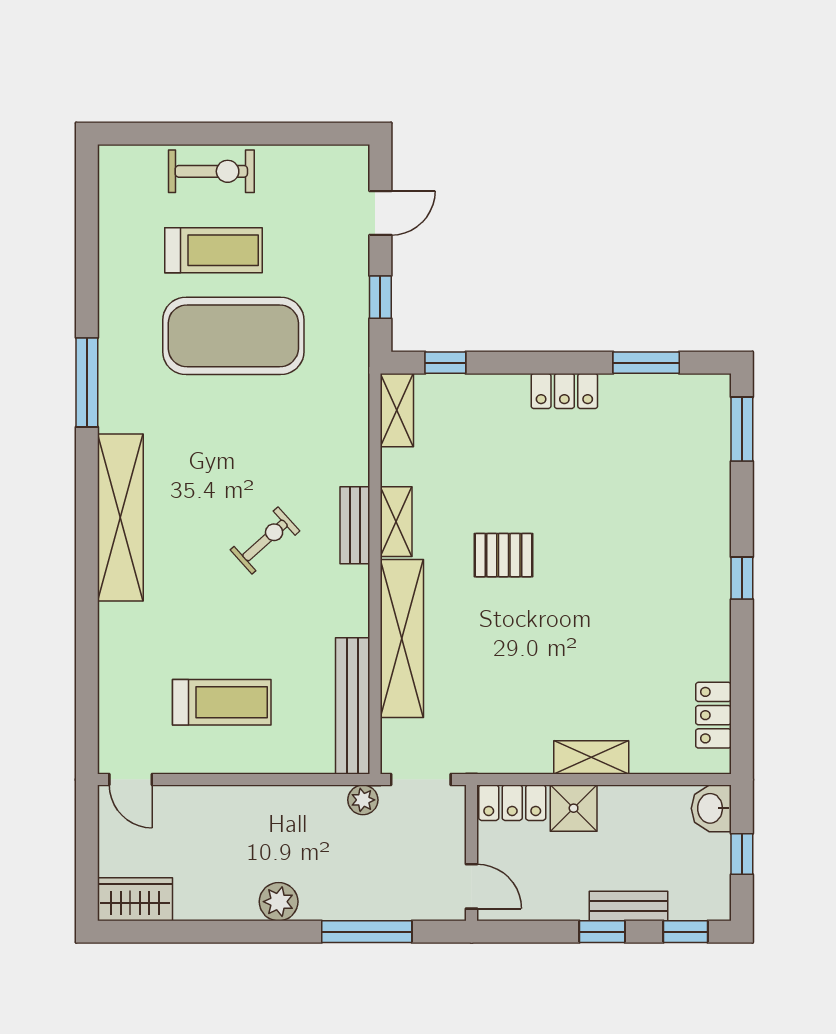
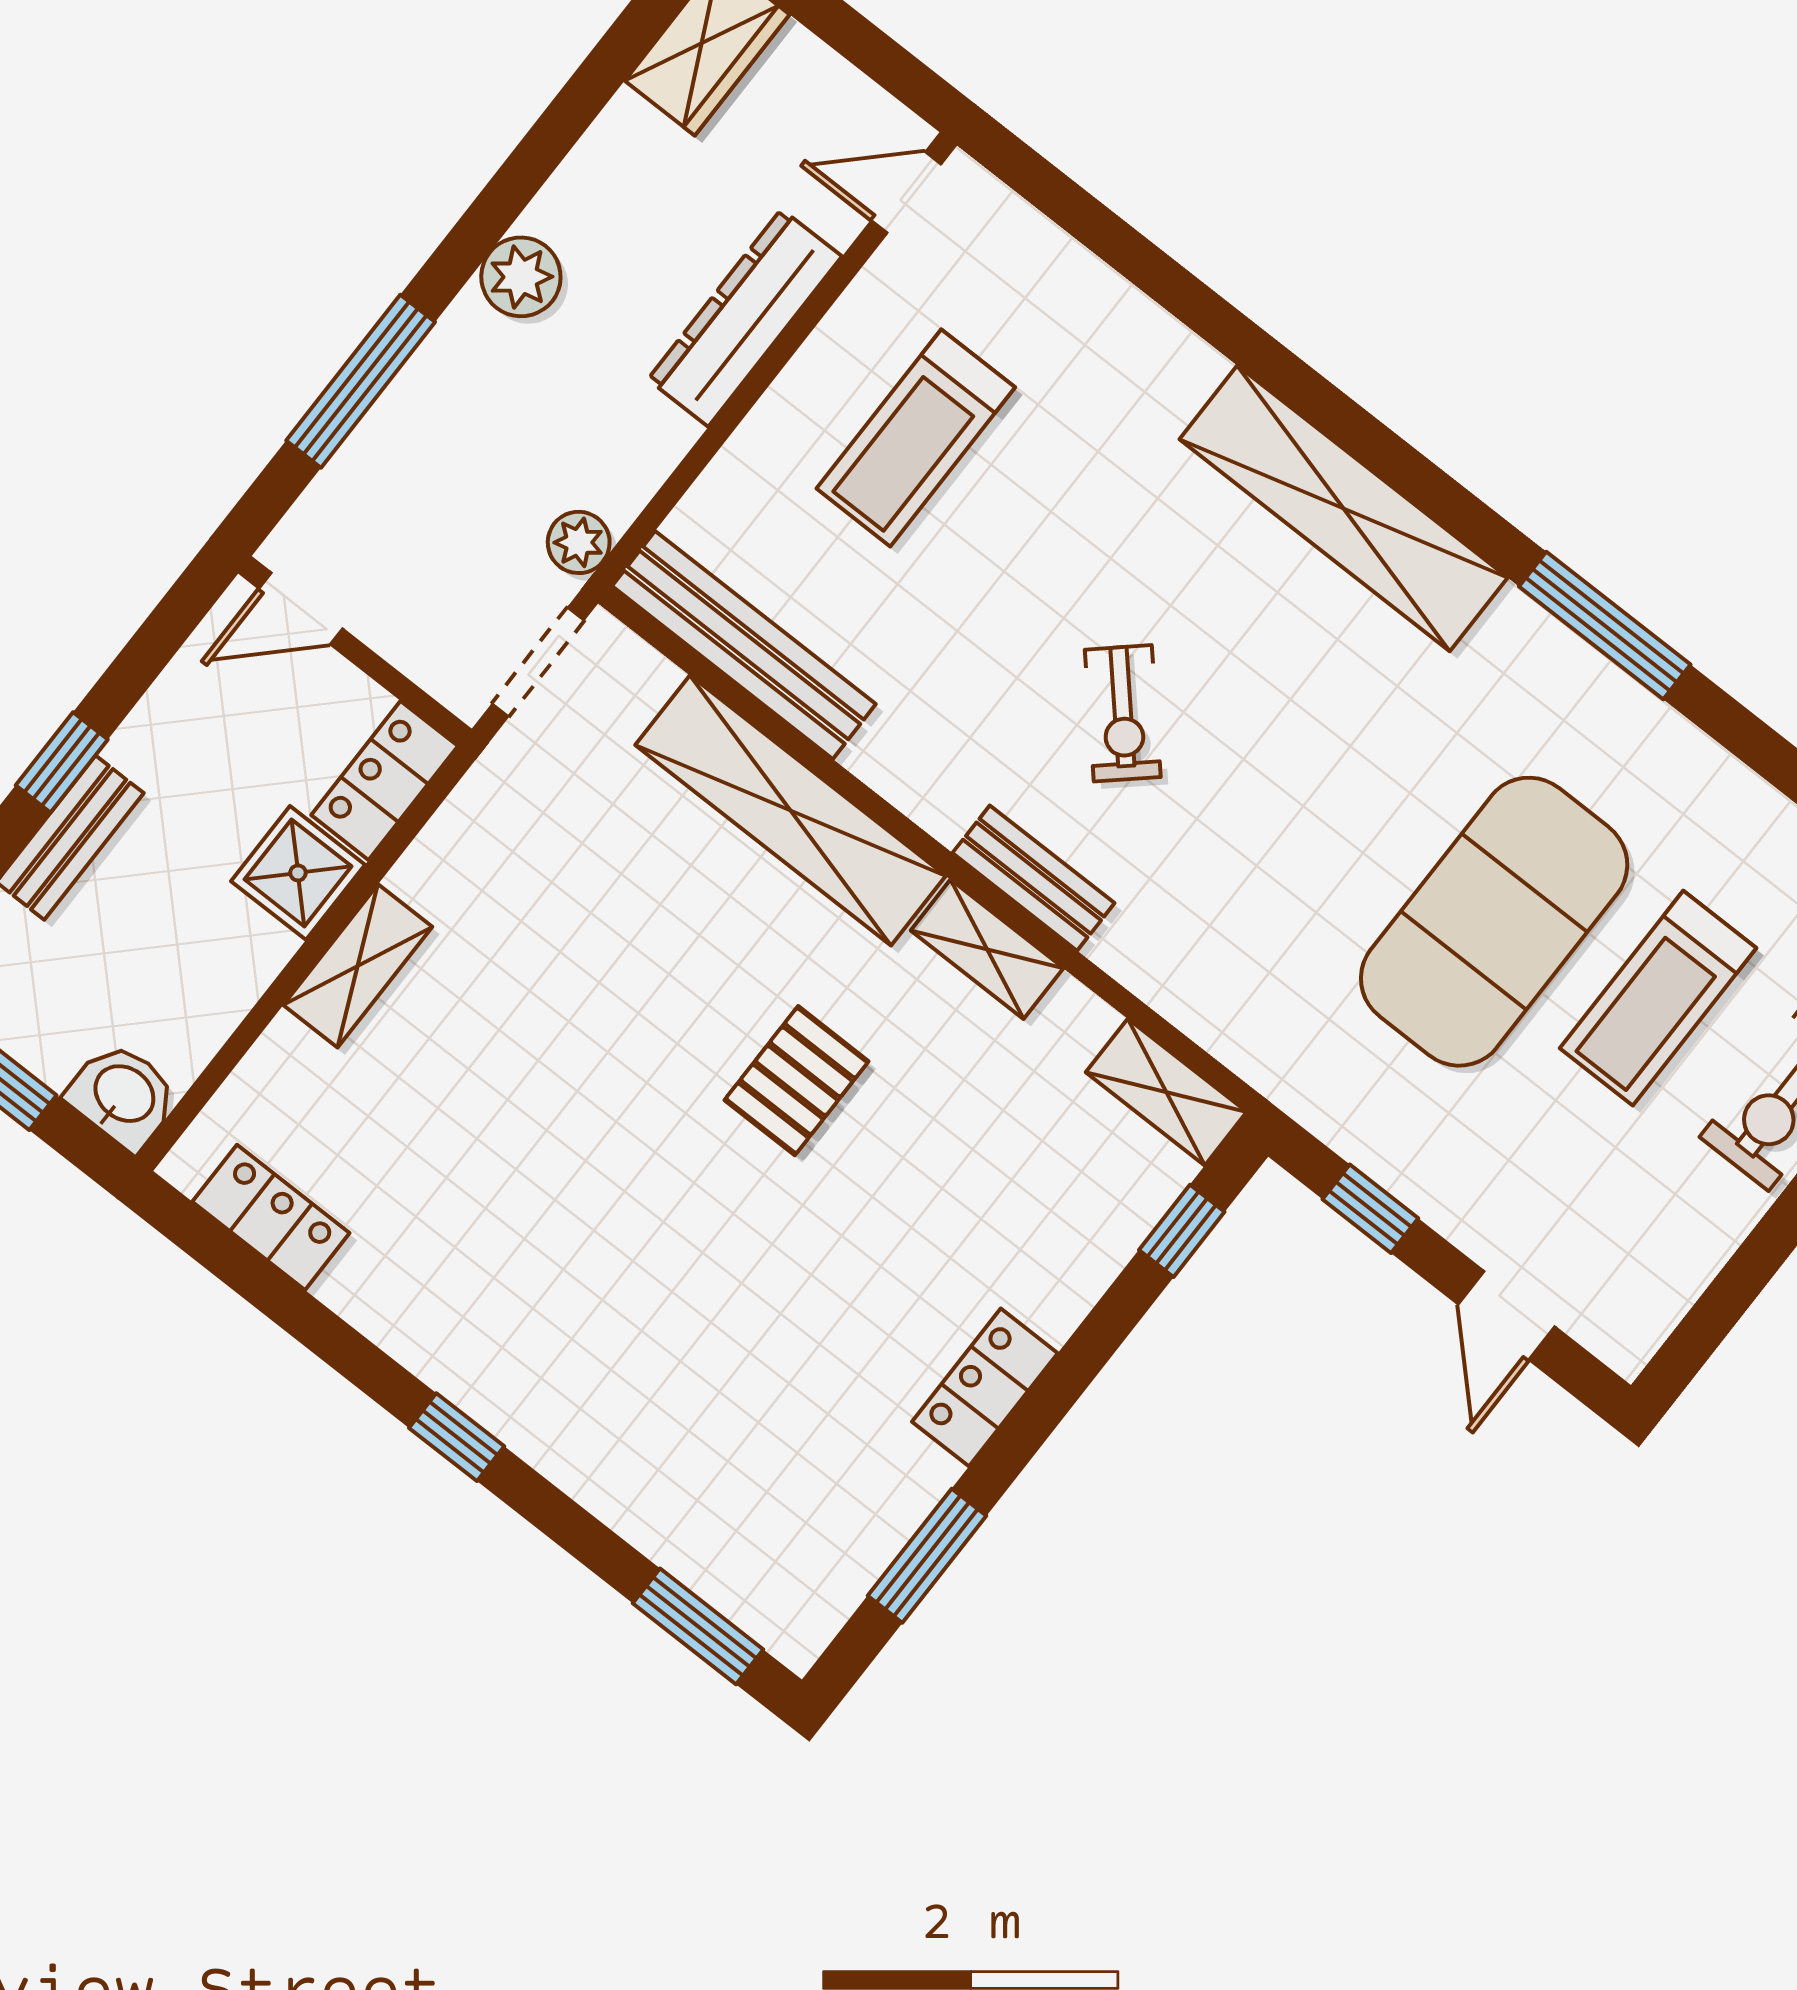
dresser: (227, 804) -> (745, 318), added

